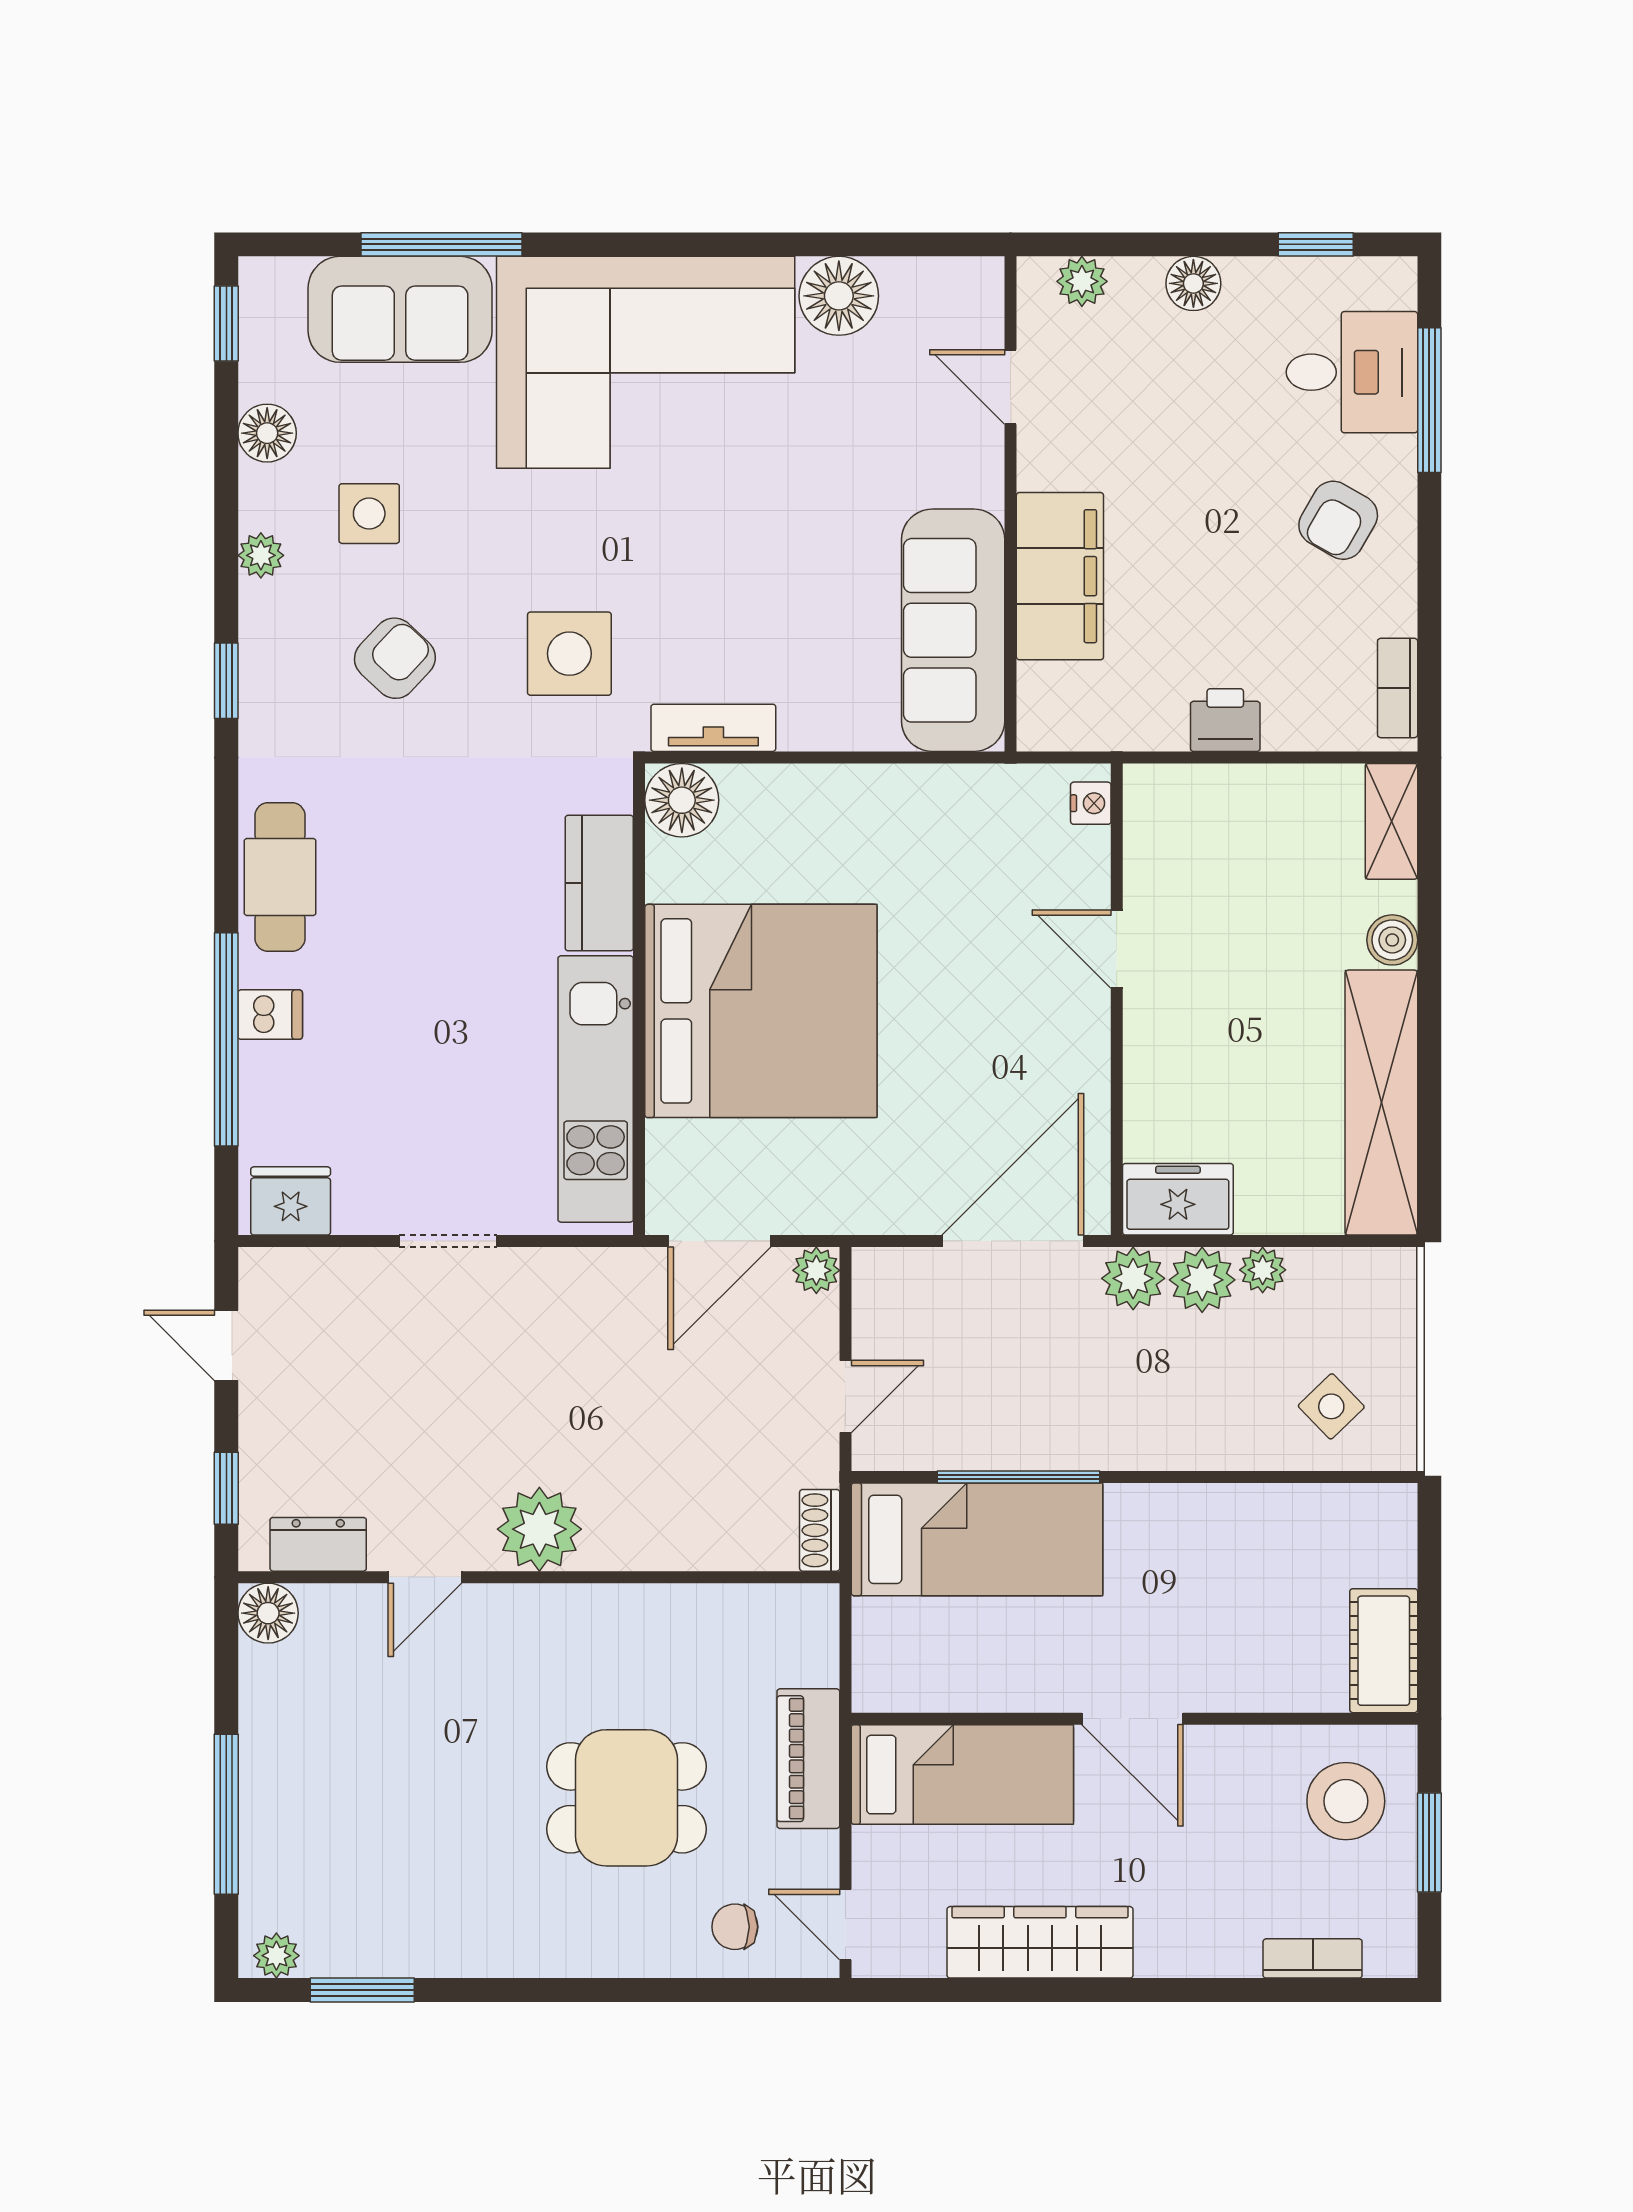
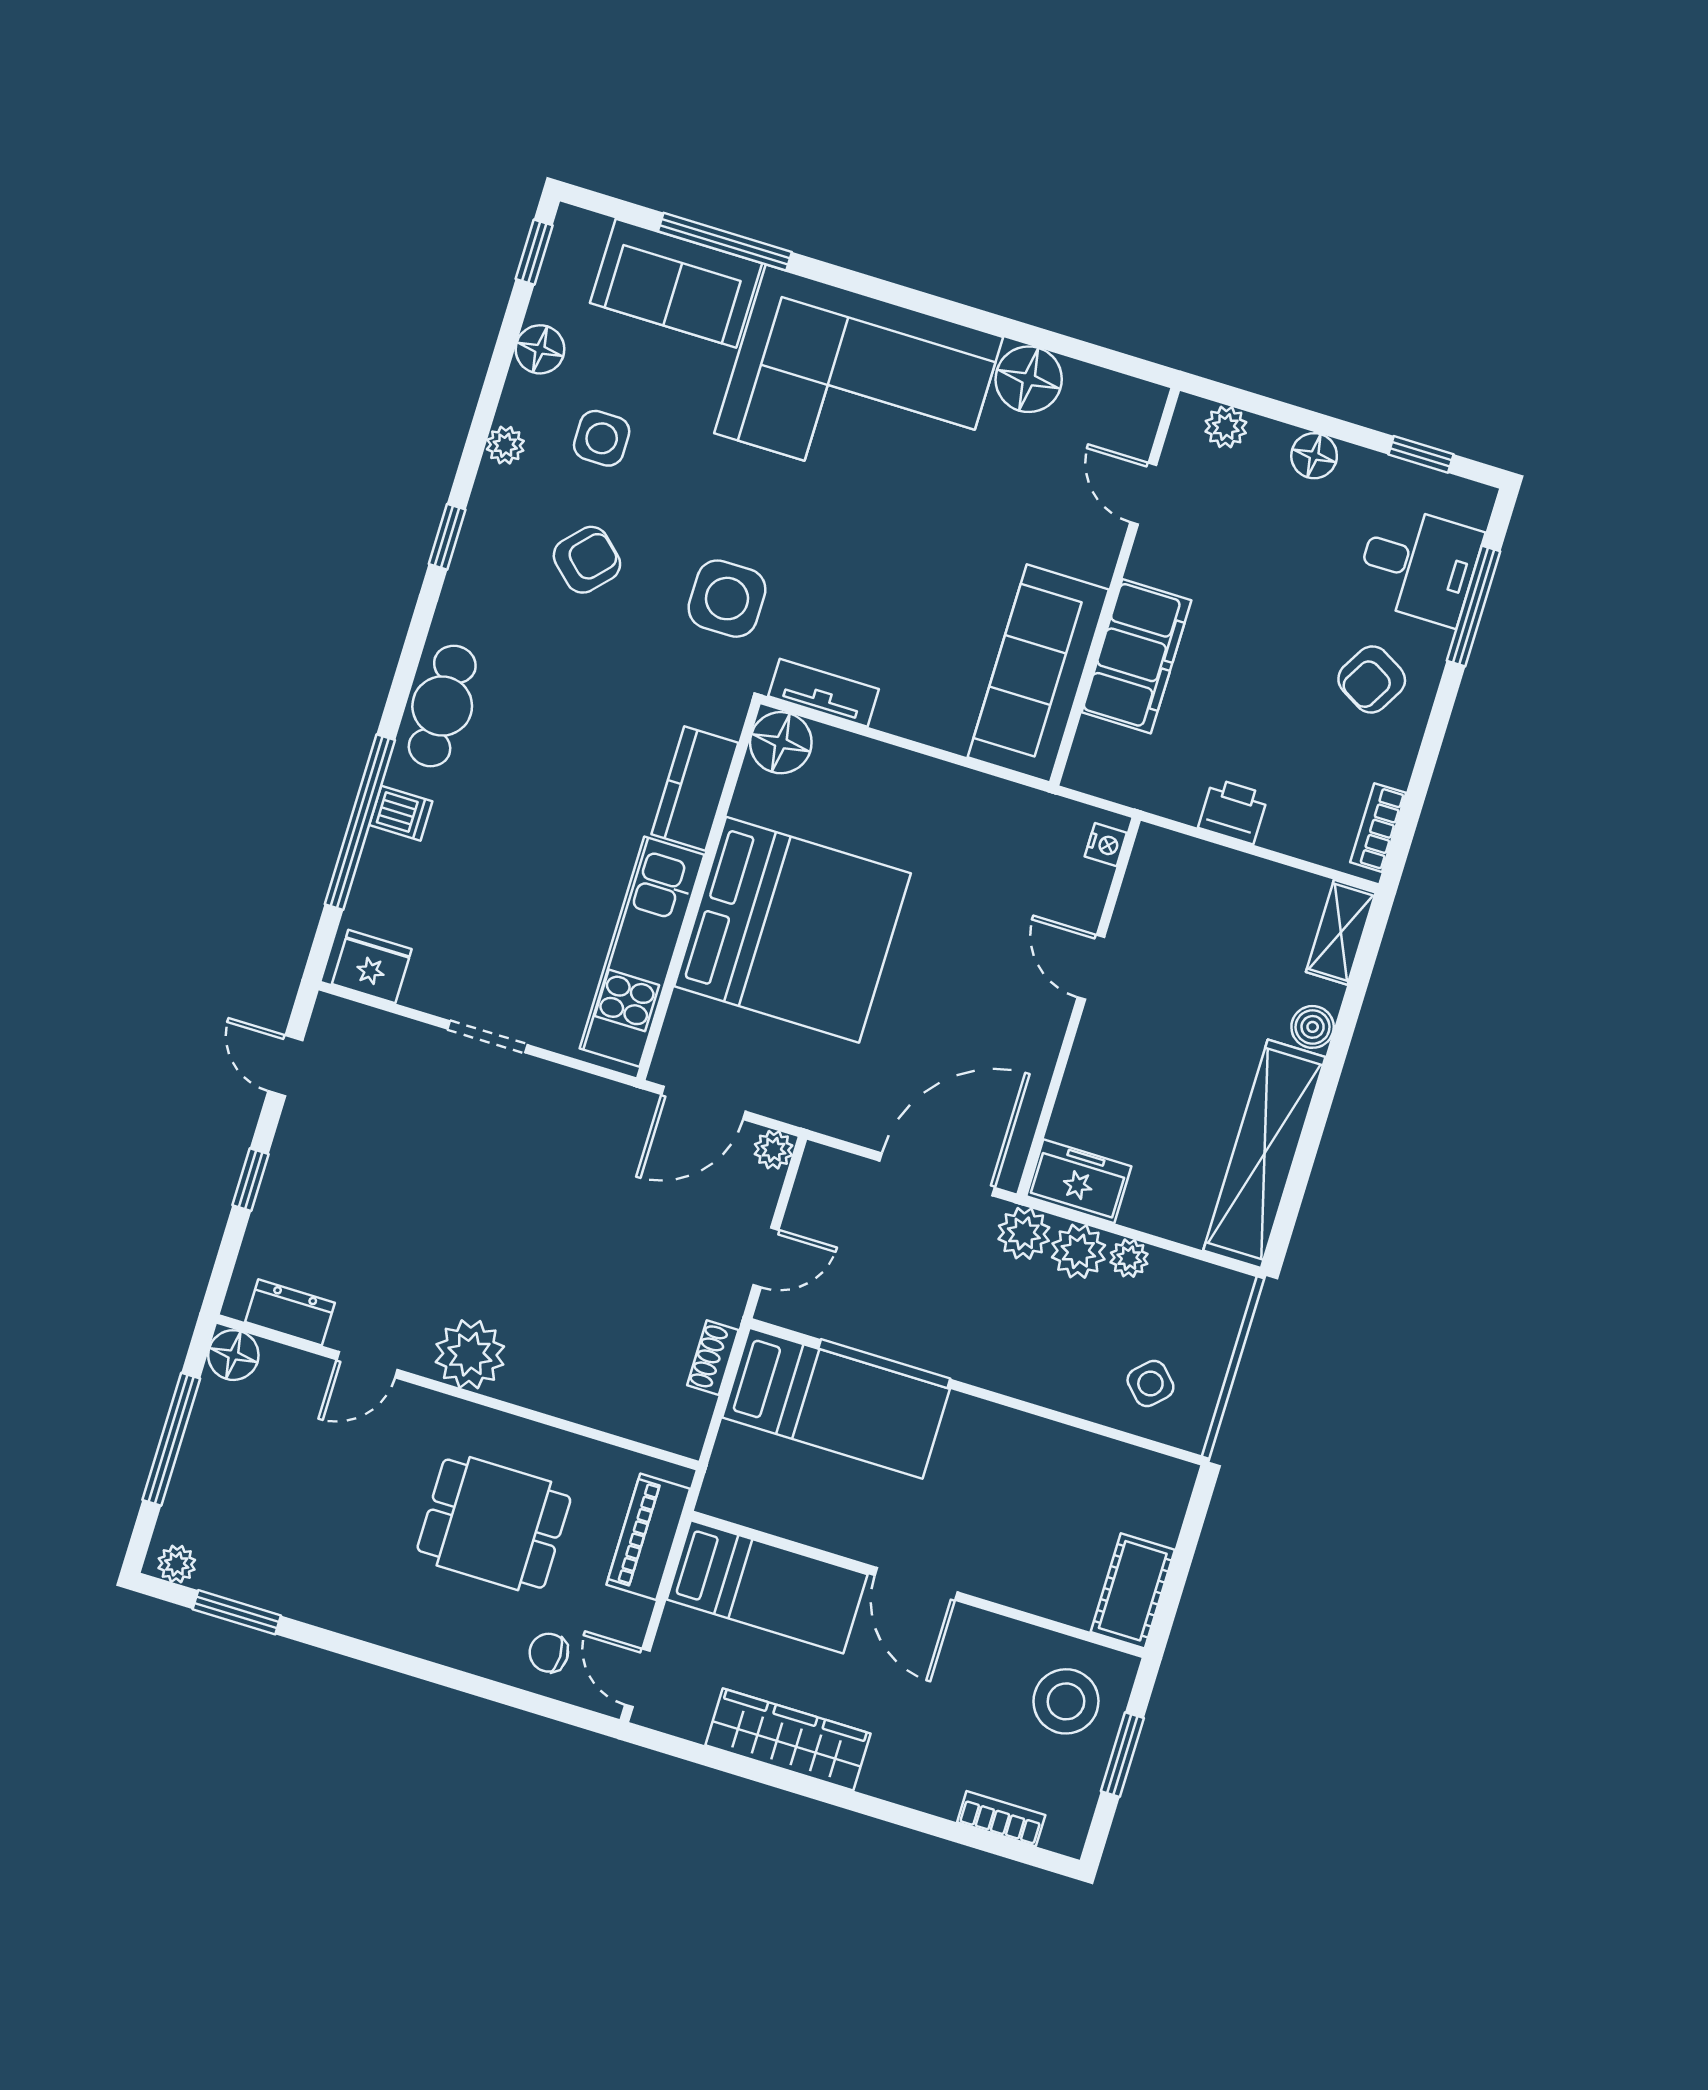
plant: (539, 1529) -> (470, 1354), moved
dresser: (318, 1544) -> (290, 1312), moved
door: (425, 1577) -> (367, 1365), moved
wall: (539, 1577) -> (458, 1392), moved
floor lamp: (268, 1613) -> (233, 1355), moved

